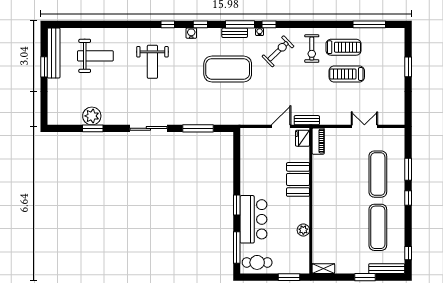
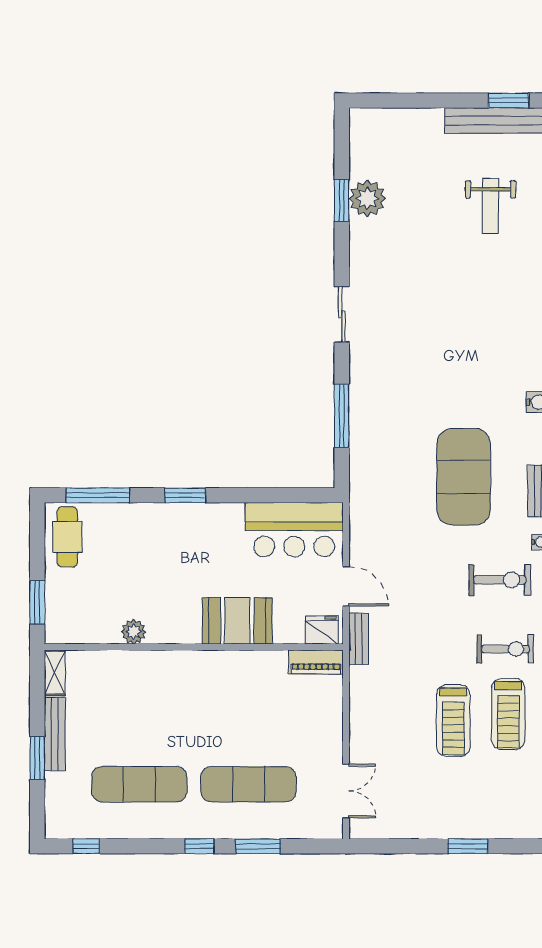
exercise bike: (312, 49) -> (505, 649), turned 180
exercise bike: (278, 51) -> (500, 580), turned -46
weight bench: (95, 56) -> (490, 206), width x0.73, depth x0.75
weight bench: (152, 62) -> (478, 323), removed
window: (44, 67) -> (509, 101), moved
treadmill: (347, 74) -> (453, 721), turned 180
double door: (364, 126) -> (346, 791), moved
sliding door: (148, 128) -> (342, 314), width x0.73
bar counter: (254, 219) -> (294, 530), moved
bench: (387, 269) -> (55, 734), moved

